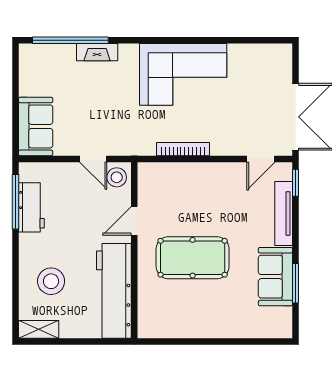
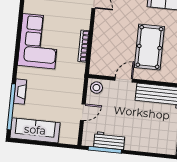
sofa: (36, 126) -> (35, 130), moved, width x1.36
door: (93, 159) -> (83, 112), moved
door: (134, 221) -> (124, 80), swing flipped
stool: (51, 281) -> (155, 133), removed

